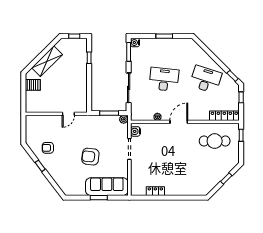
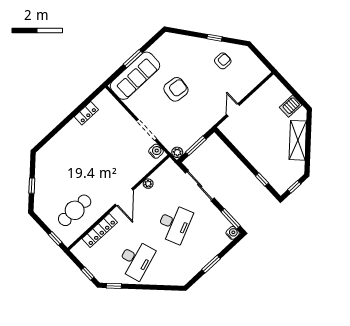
desk: (164, 79) -> (174, 224), turned -30
desk: (206, 79) -> (136, 260), turned -36
locker: (224, 116) -> (100, 231), moved

